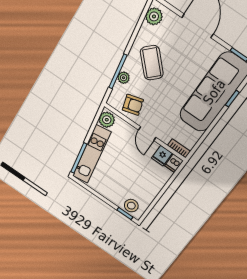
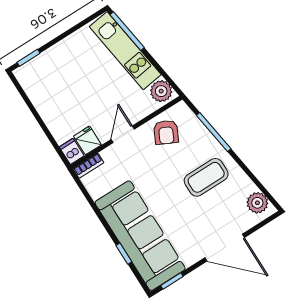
coffee table: (152, 63) -> (206, 177), turned -46
plant: (124, 78) -> (203, 136), removed
armchair: (133, 105) -> (166, 132), turned -48
door: (147, 134) -> (123, 134), hinge flipped
stool: (131, 206) -> (36, 71), removed

